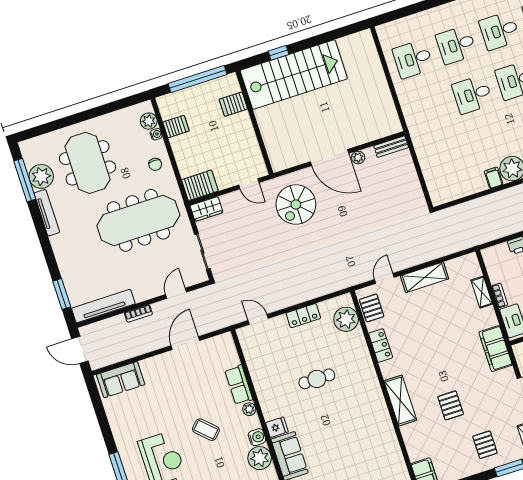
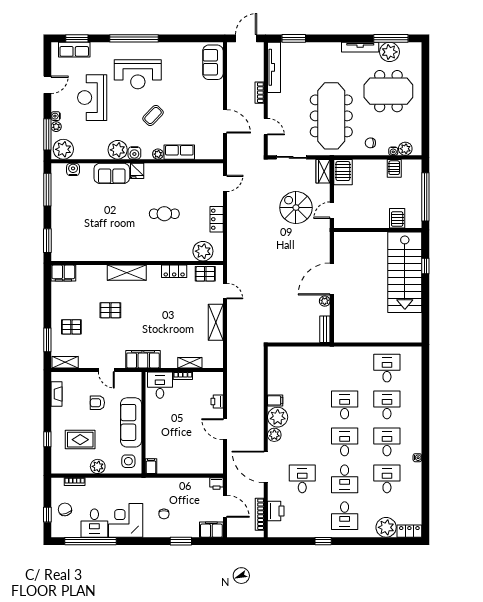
spiral stairs: (296, 204) -> (296, 208), moved
cafe table: (317, 379) -> (164, 214), turned 90

